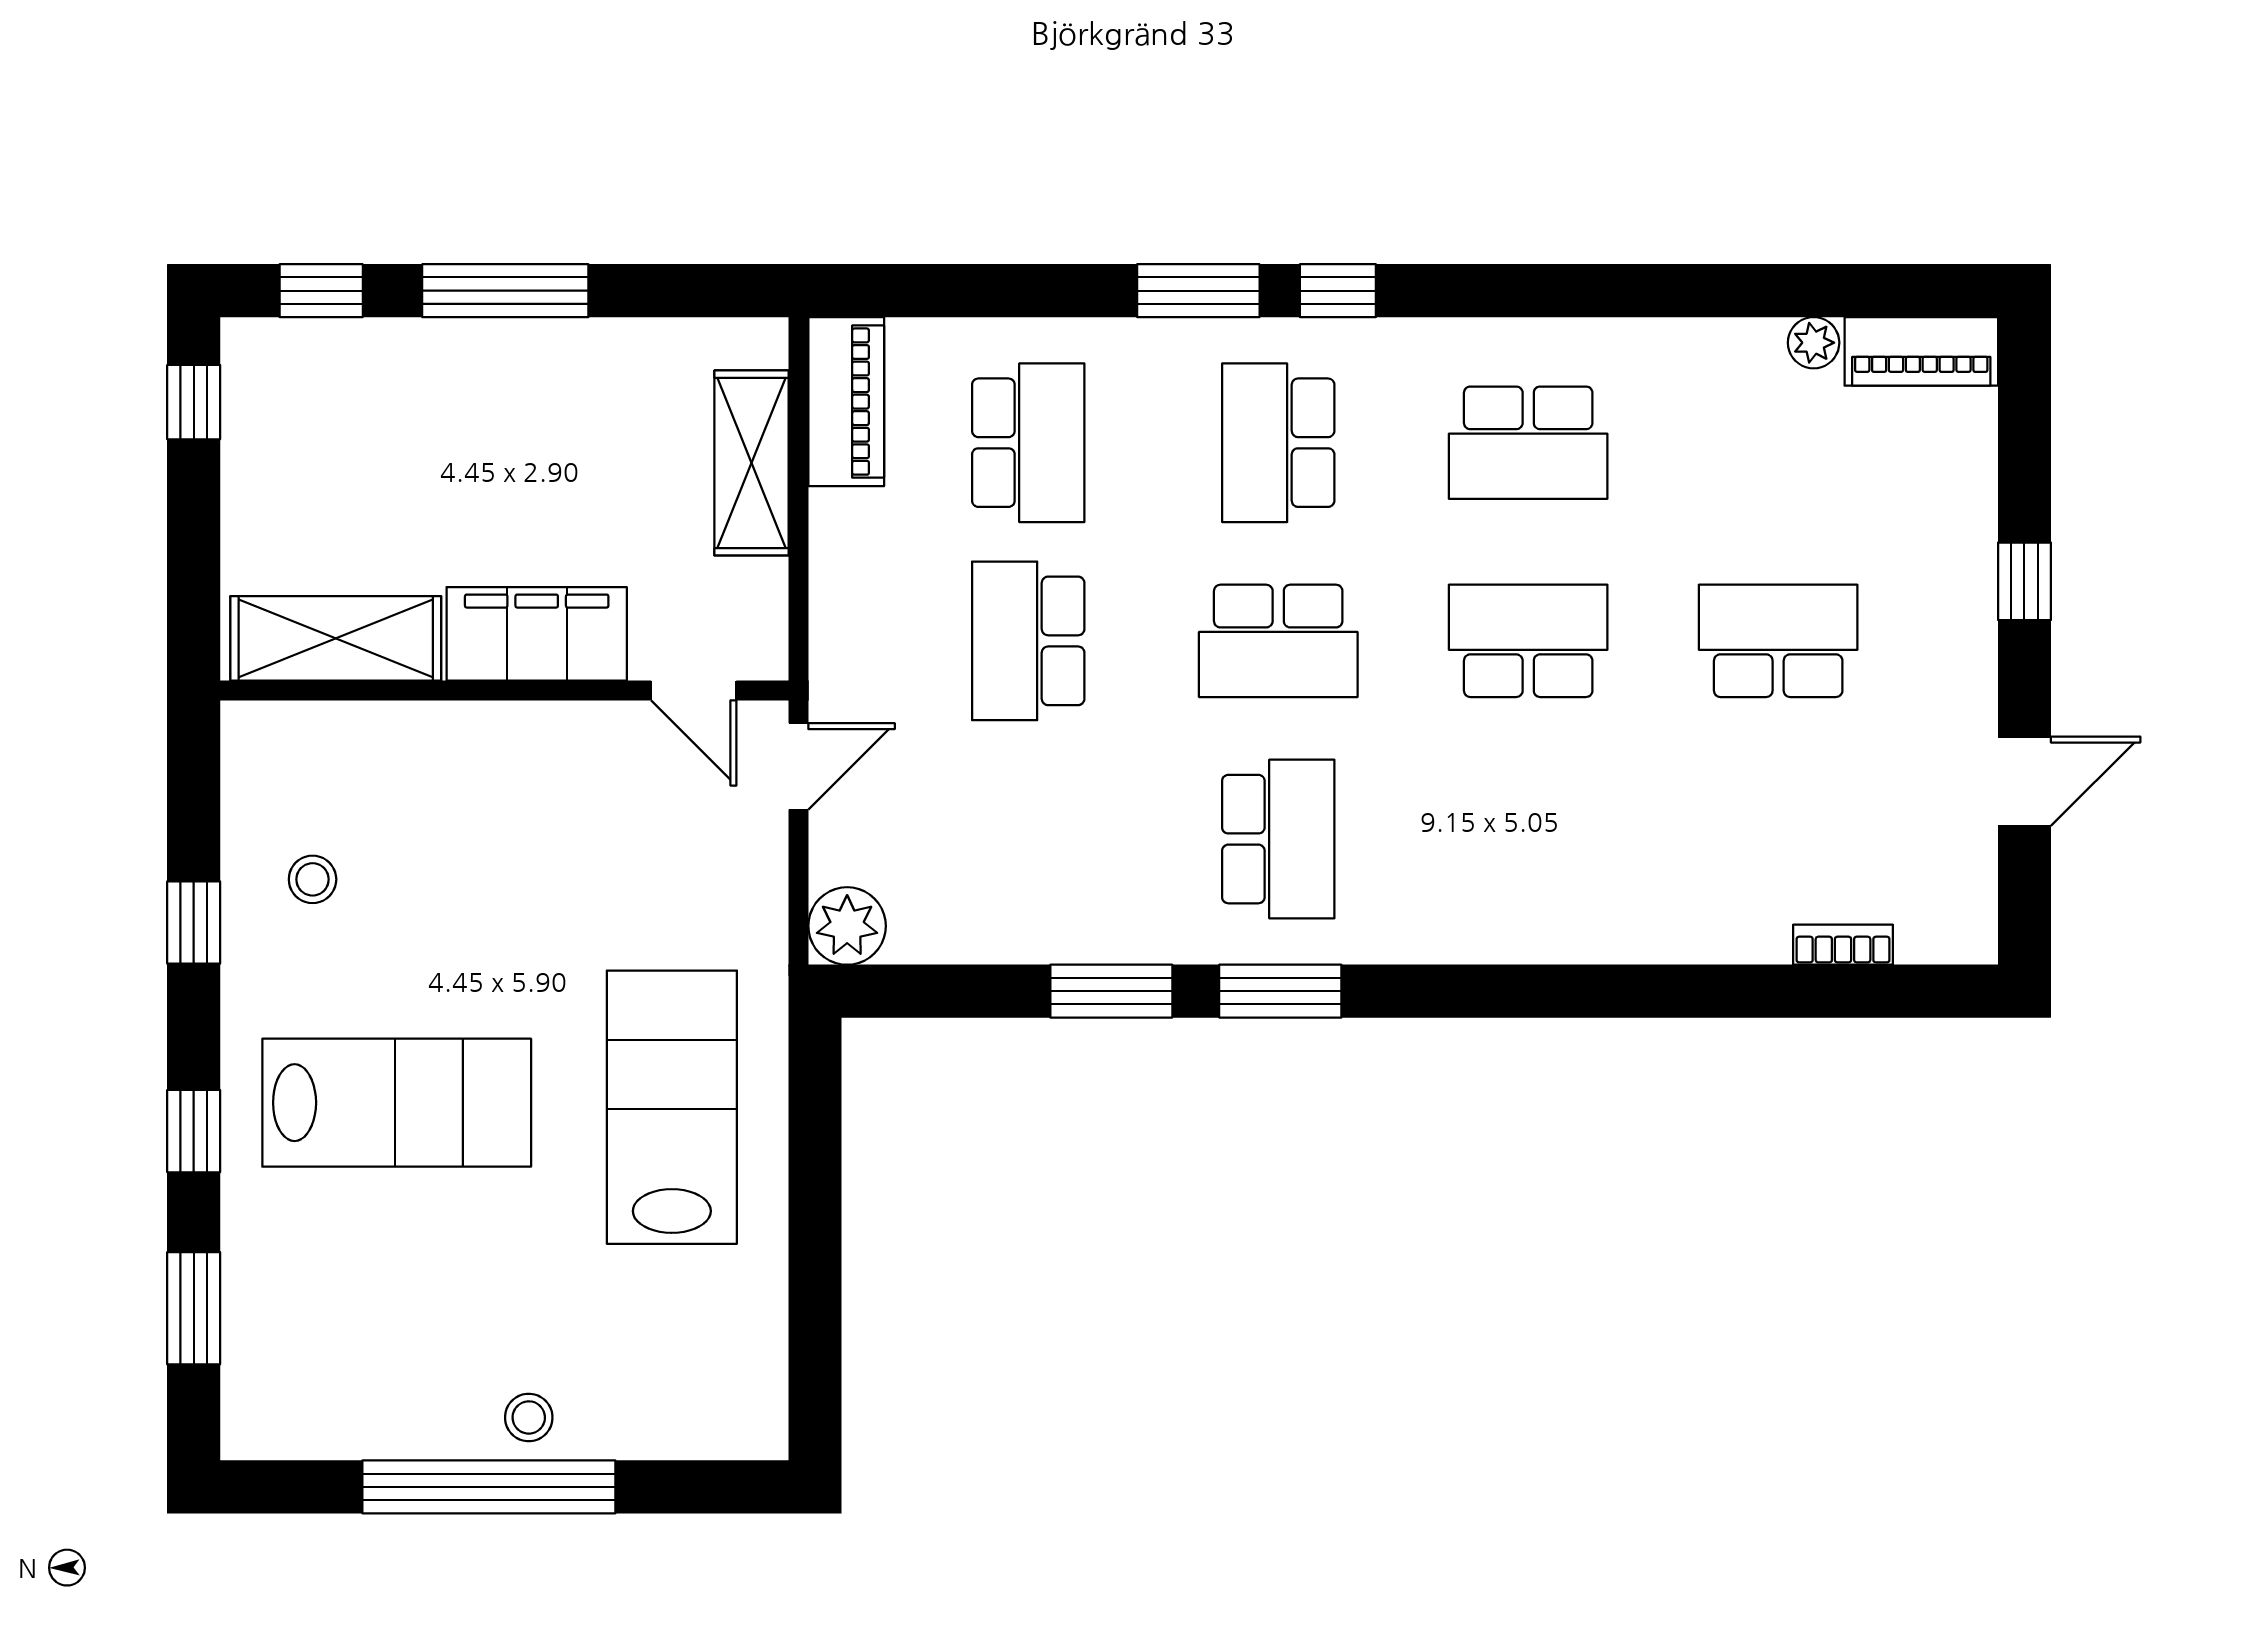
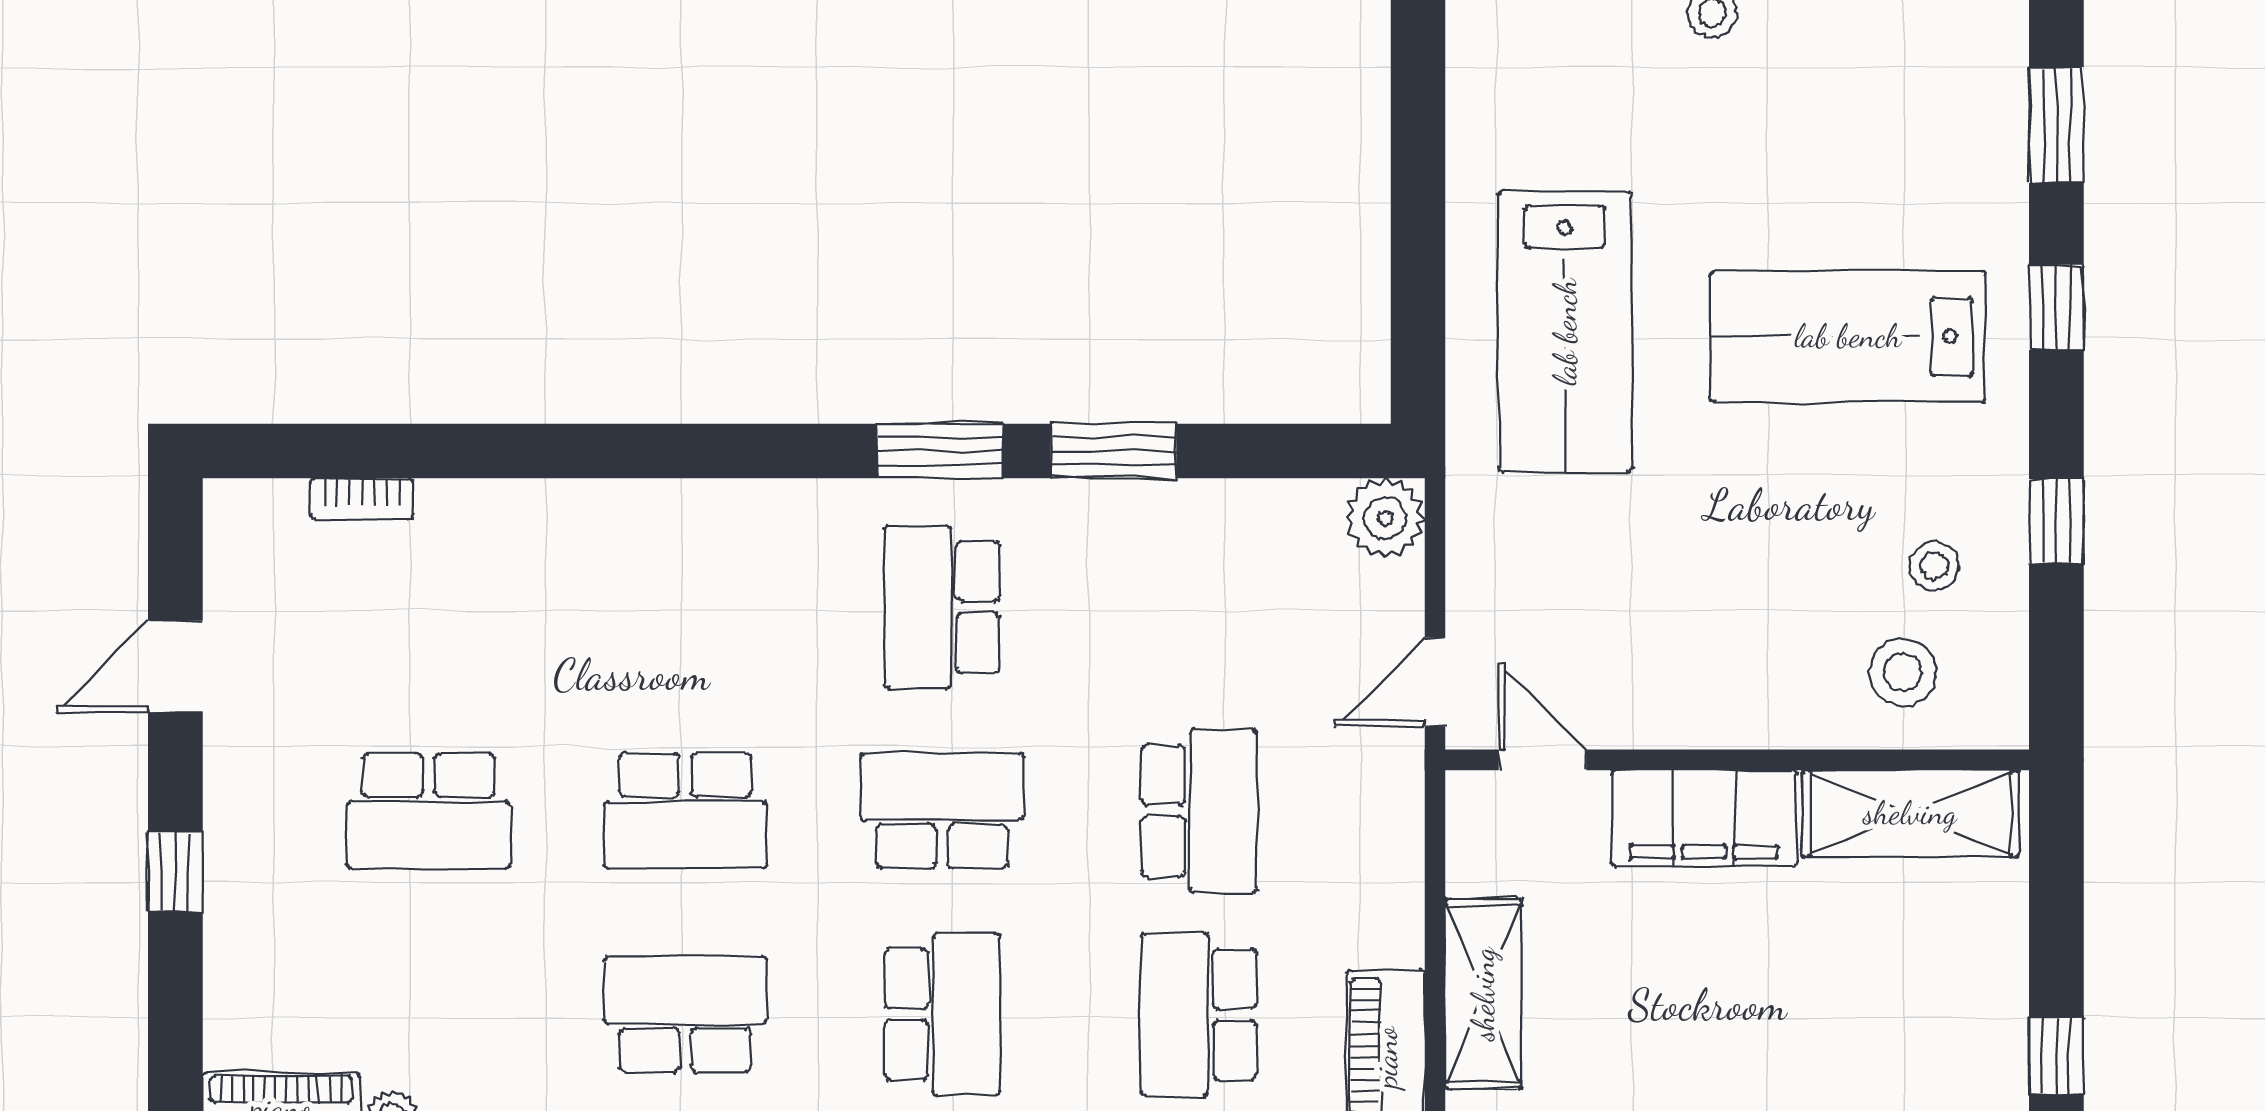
stool: (343, 776) -> (1903, 672), added

